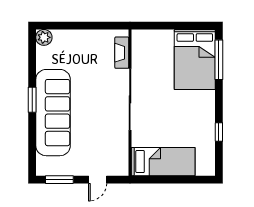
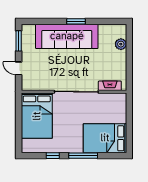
plant: (44, 37) -> (121, 44), moved
window: (219, 60) -> (83, 156), moved
bed: (163, 162) -> (37, 116), width x1.50

